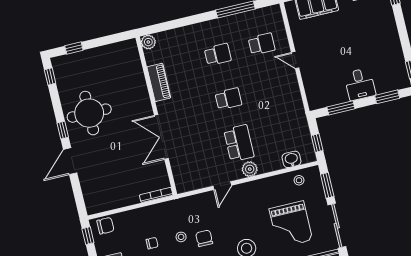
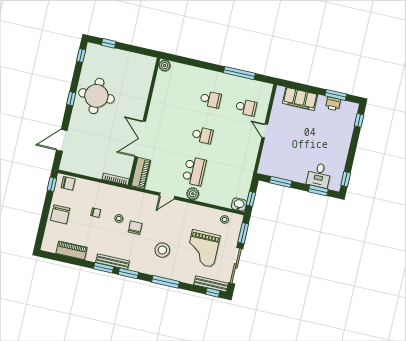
piano: (159, 82) -> (141, 173), moved
desk: (360, 84) -> (319, 175), moved
washbasin: (291, 159) -> (239, 204), moved
door: (70, 161) -> (62, 140), moved

